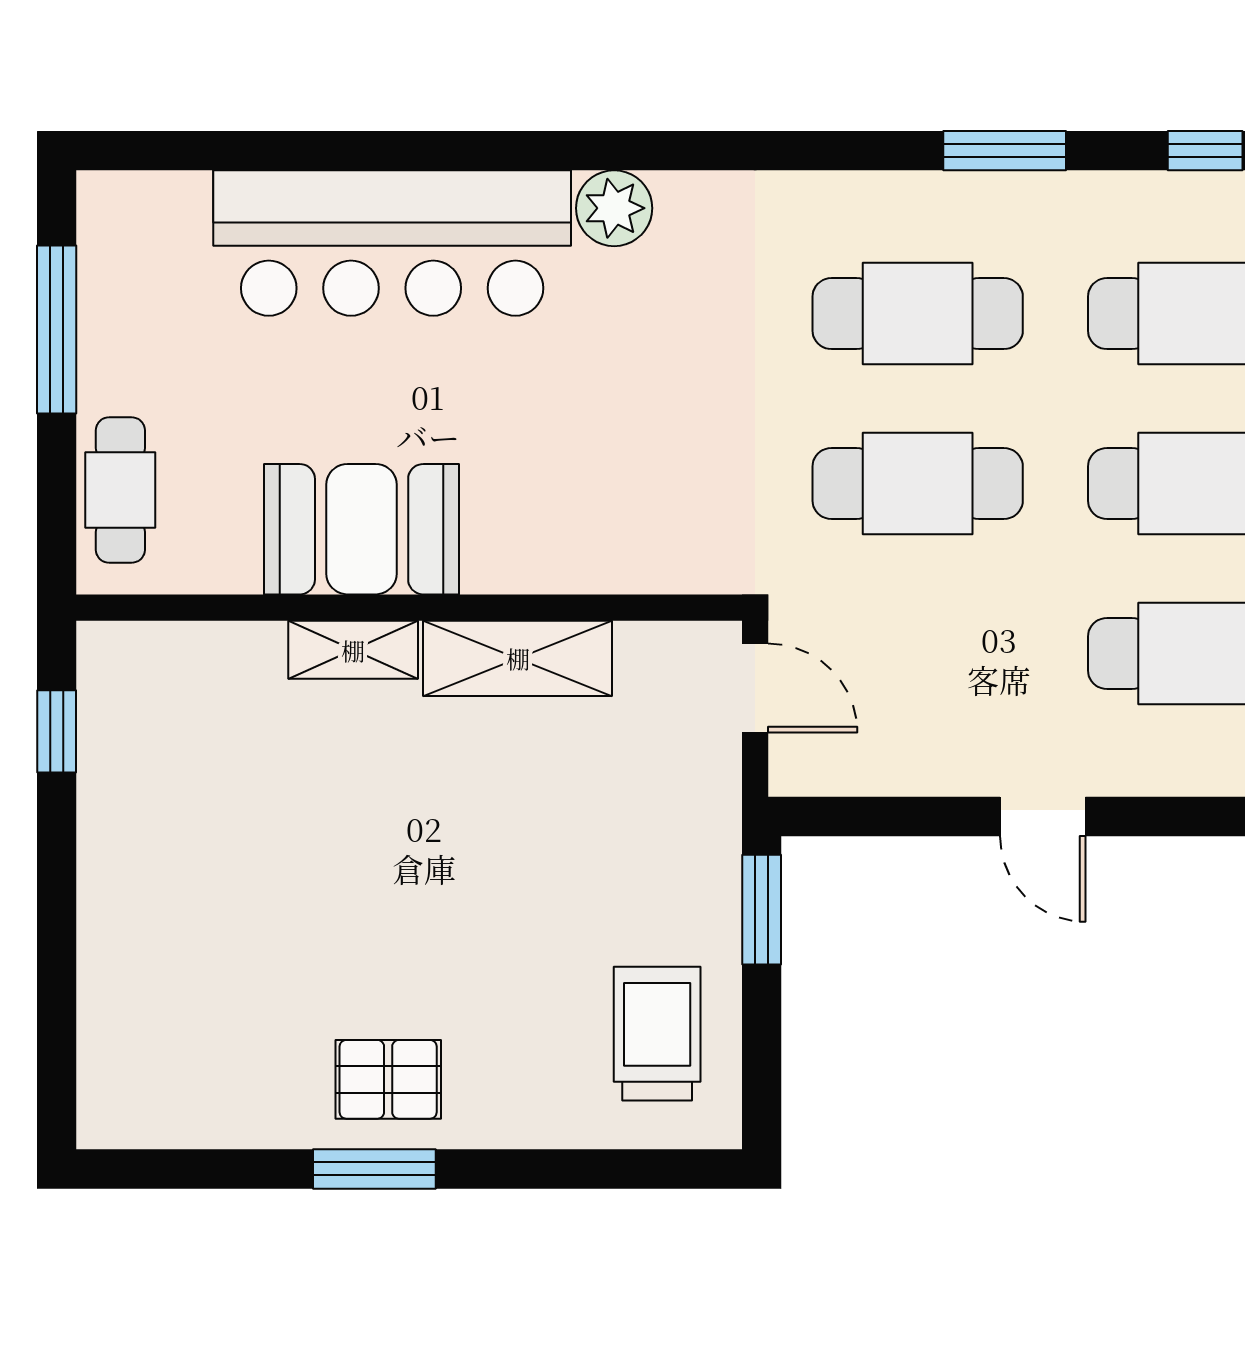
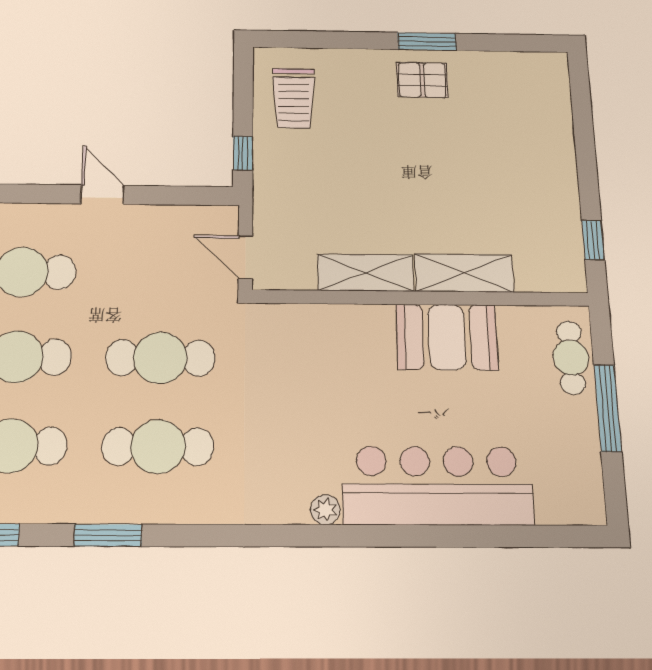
plant: (614, 208) -> (325, 510), width x0.73, depth x0.73
window: (57, 329) -> (608, 408), moved
shelving: (353, 650) -> (464, 273), width x1.50, depth x1.33
window: (762, 910) -> (243, 153), width x0.67

